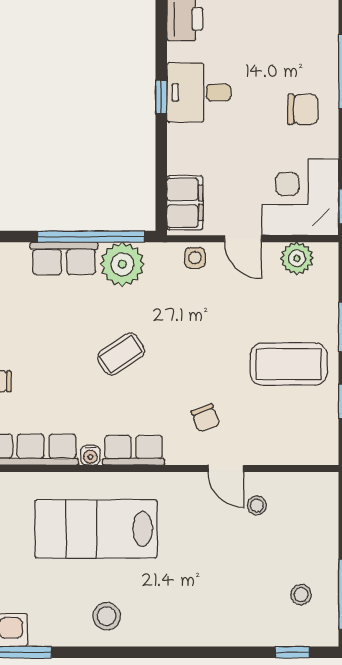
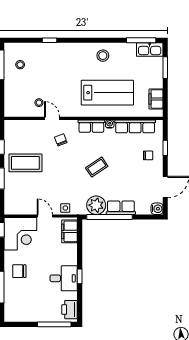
plant: (297, 258) -> (22, 208), removed
window: (292, 652) -> (50, 40), moved

